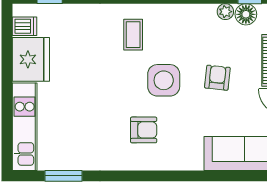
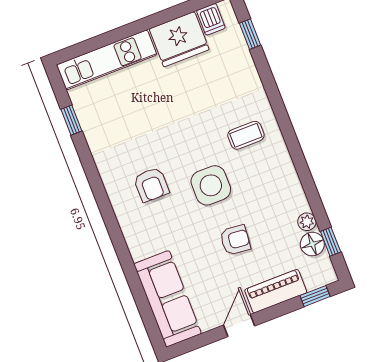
window: (64, 176) -> (71, 120), width x0.67

